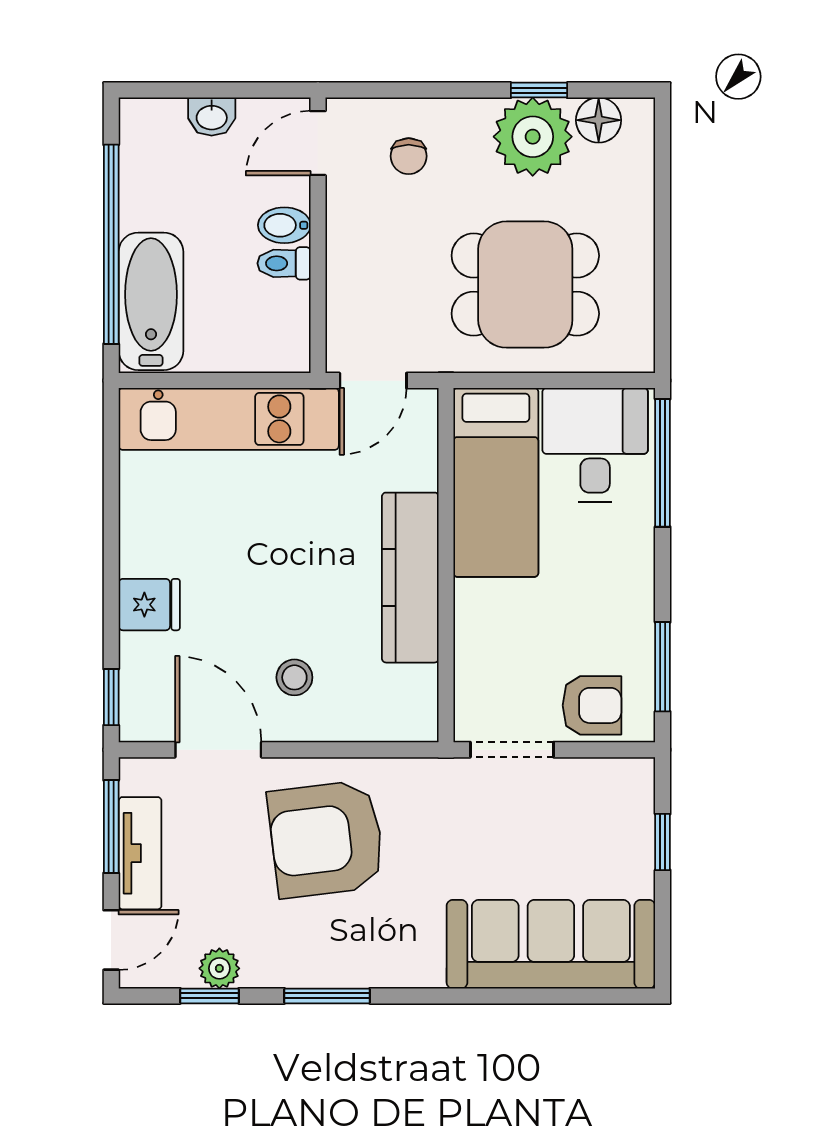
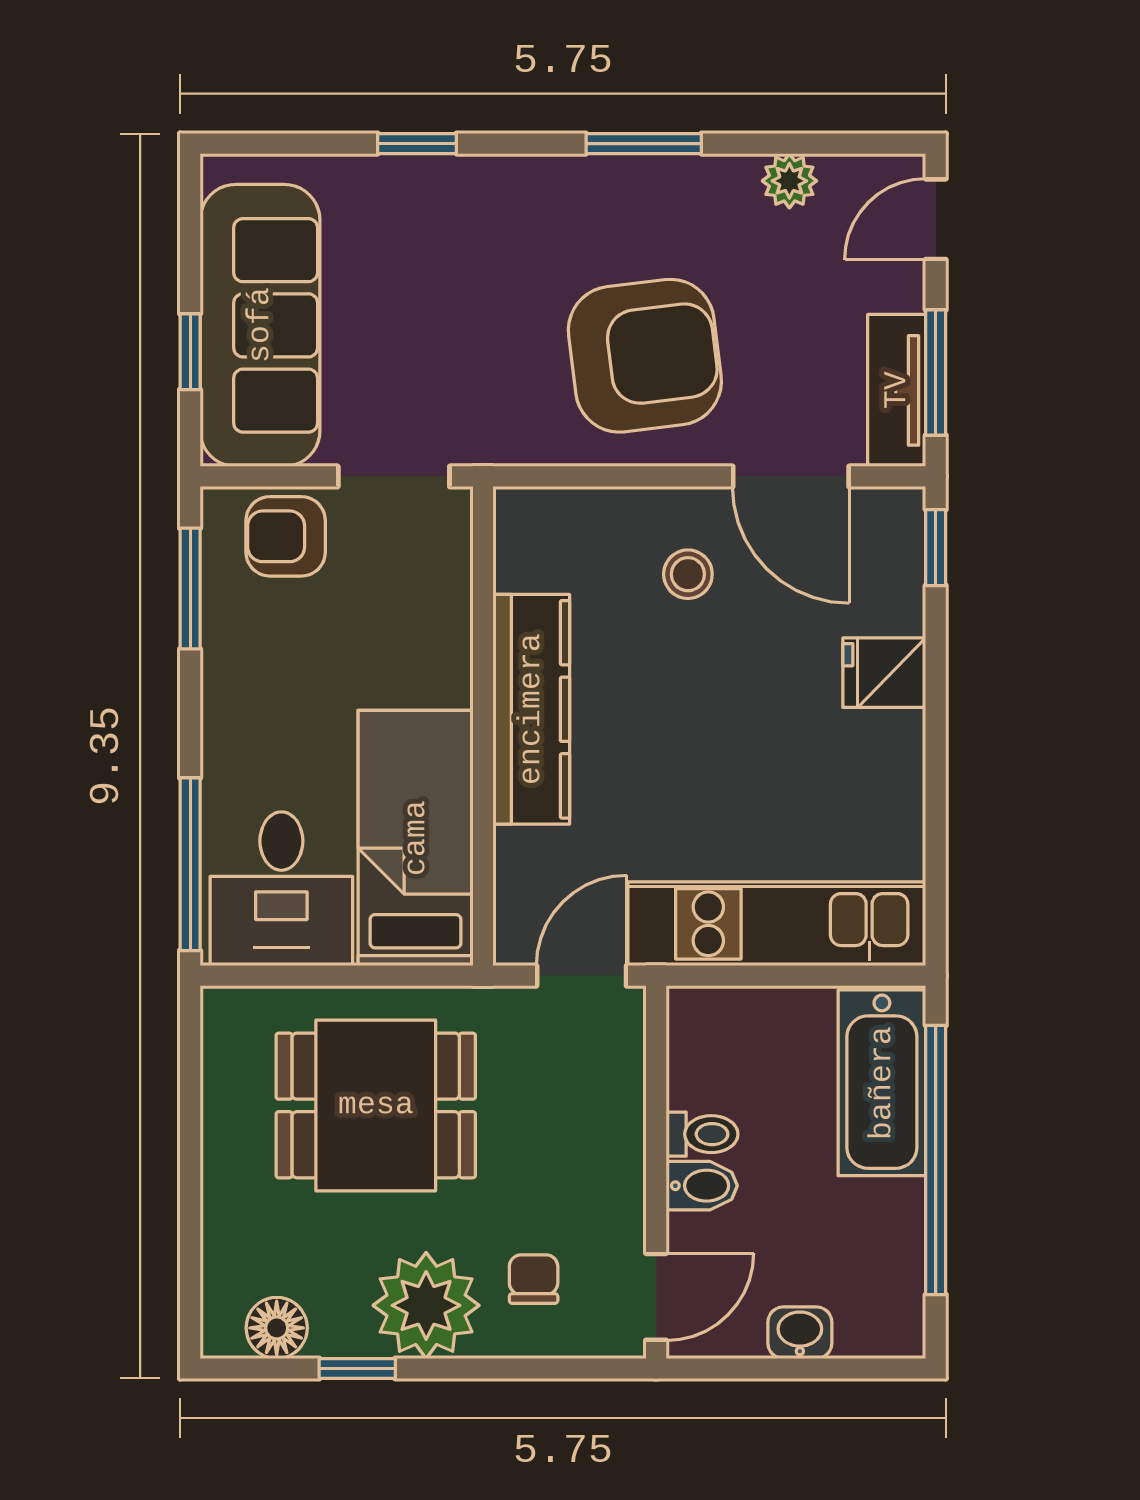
plant: (533, 137) -> (426, 1305), moved
tv unit: (140, 853) -> (897, 390), moved
sofa: (551, 944) -> (260, 325), moved, turned -90
window: (209, 996) -> (417, 144), moved

